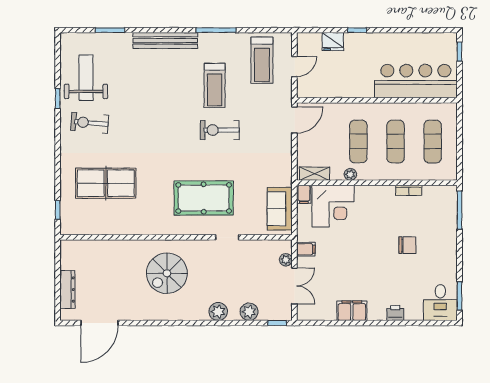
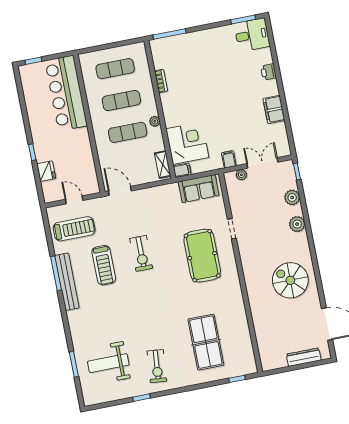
bench: (165, 41) -> (67, 282), moved
weight bench: (86, 78) -> (108, 363), moved
treadmill: (215, 85) -> (104, 265), turned 90
plant: (350, 174) -> (155, 121), moved
chair: (407, 245) -> (208, 73), removed
spiral stairs: (167, 273) -> (290, 280), moved, turned 180

